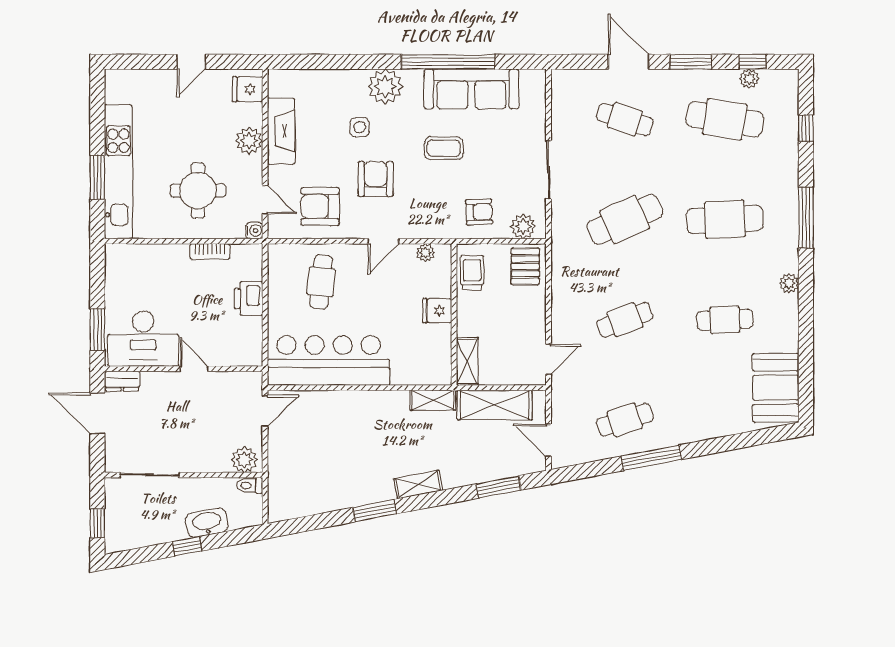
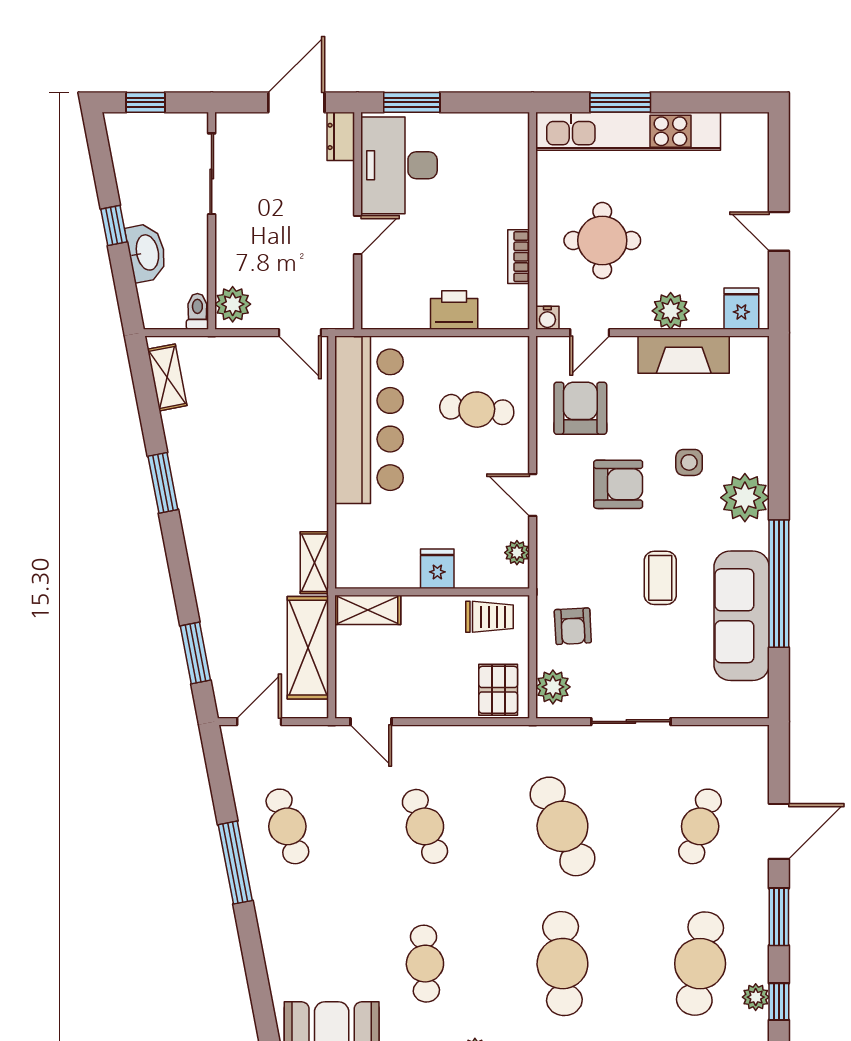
pallet: (525, 266) -> (498, 690), turned 90
shelving: (418, 485) -> (167, 377), moved

